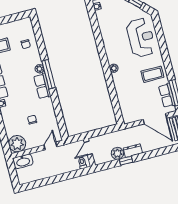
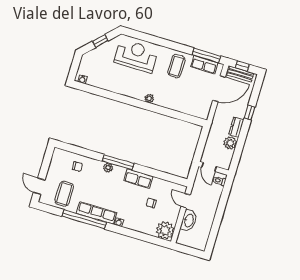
row of seats: (42, 86) -> (138, 178), moved
washbasin: (23, 161) -> (189, 221), moved
window: (126, 161) -> (250, 113), moved

